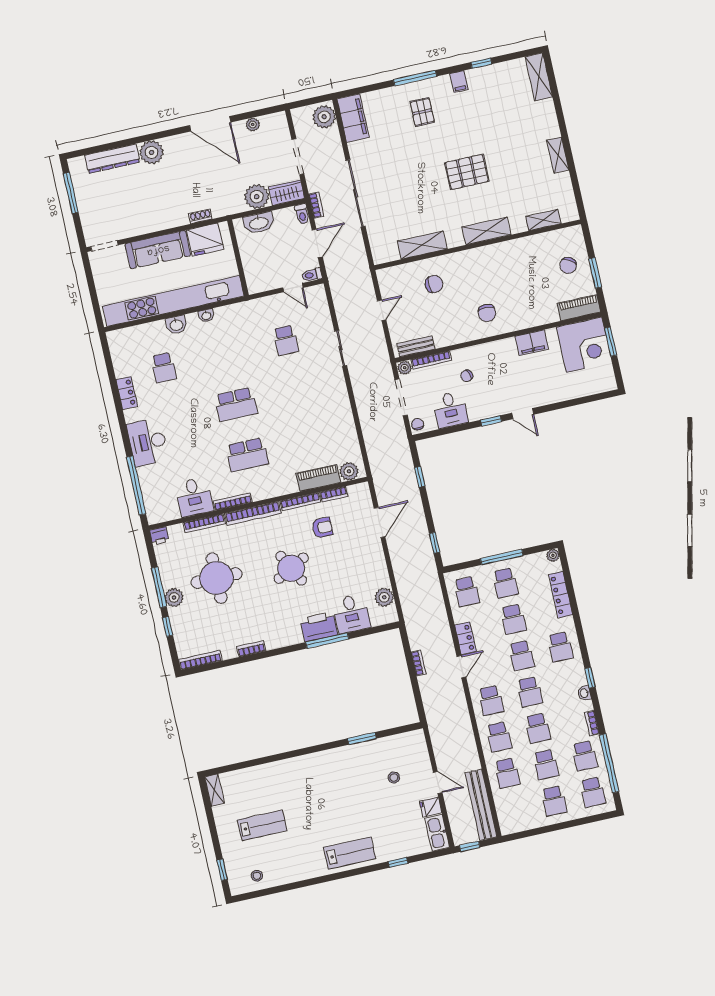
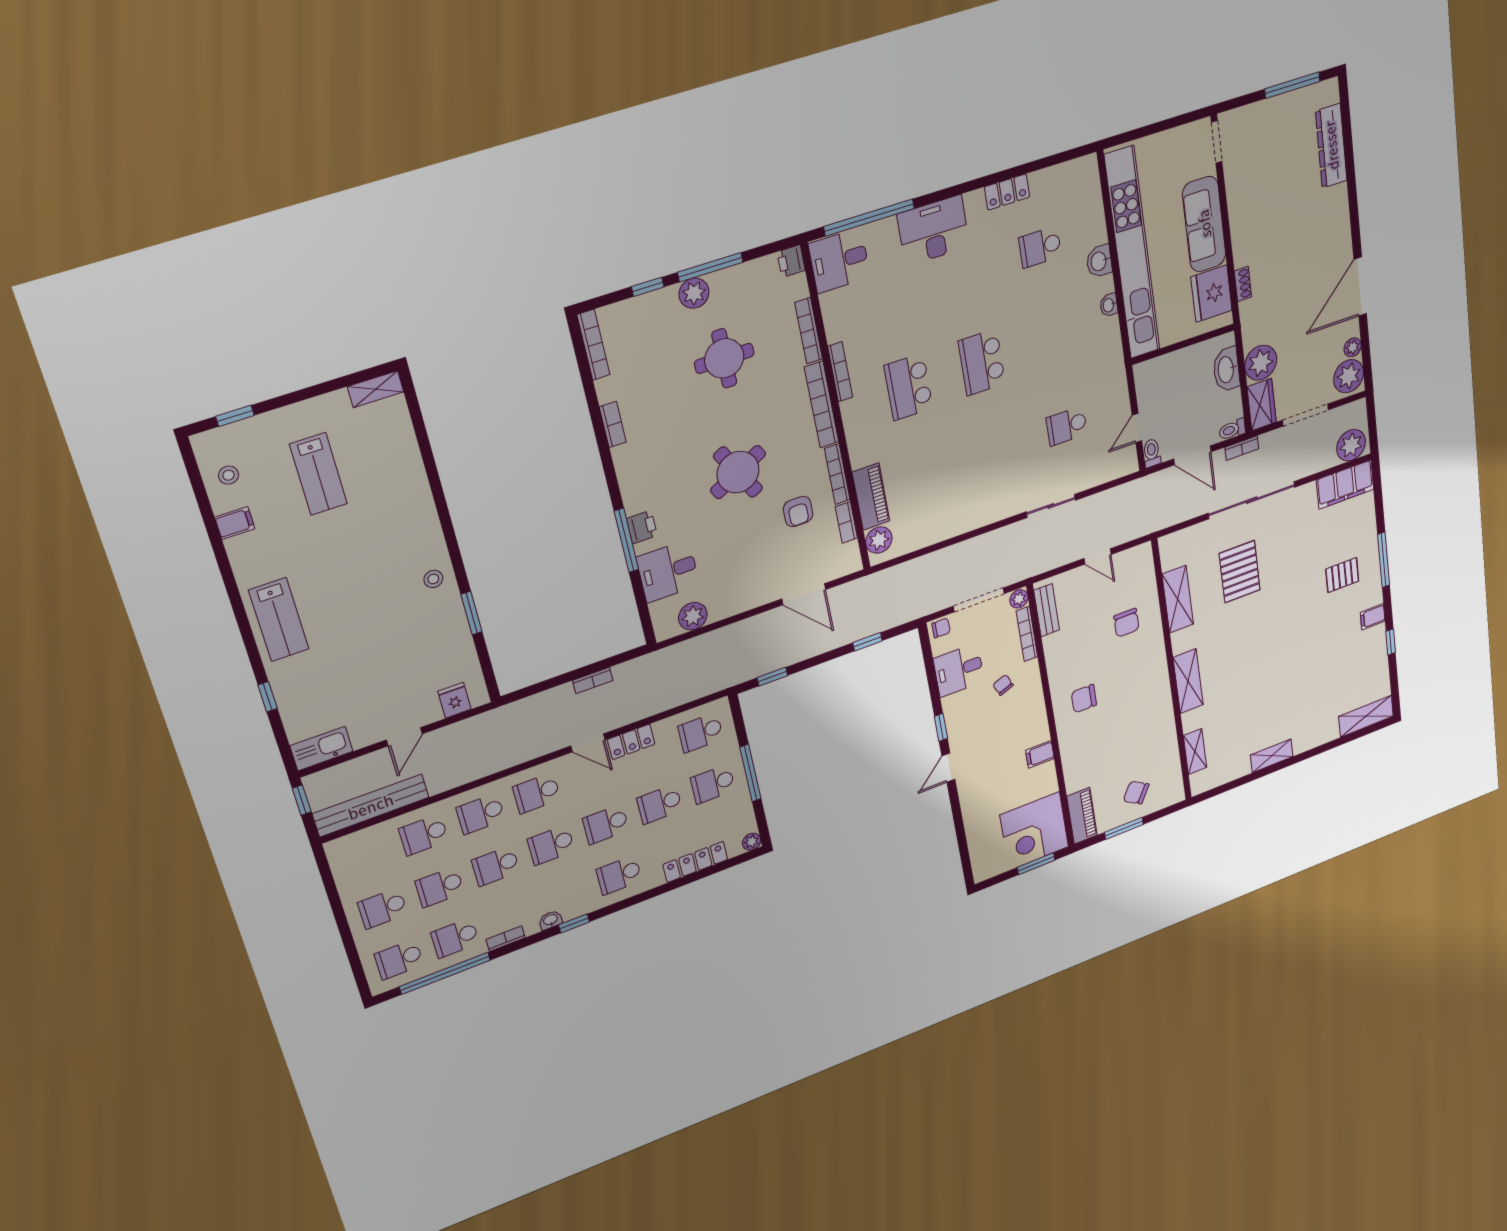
plant: (152, 152) -> (1349, 376), moved
pallet: (467, 172) -> (1240, 572), moved
filing cabinet: (532, 343) -> (1040, 754), width x0.50
desk: (194, 497) -> (839, 261), moved
round table: (217, 578) -> (724, 358), width x0.73, depth x0.73
printer: (319, 627) -> (642, 527), width x0.53, depth x0.68
stool: (394, 777) -> (433, 579), moved
fridge: (431, 807) -> (454, 700), moved
filing cabinet: (286, 874) -> (235, 523), added

